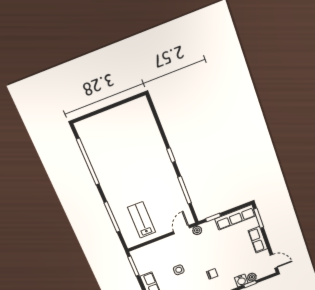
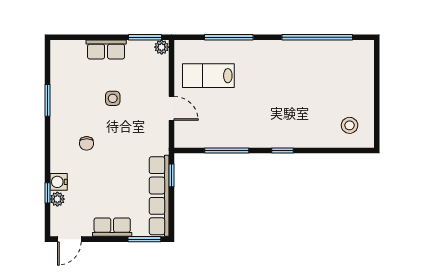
stool: (137, 118) -> (350, 125), added
row of seats: (235, 217) -> (159, 196), width x1.36
lab bench: (142, 220) -> (208, 76), turned 180
door: (182, 230) -> (171, 108), moved
plant: (197, 230) -> (162, 47), moved

